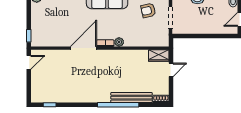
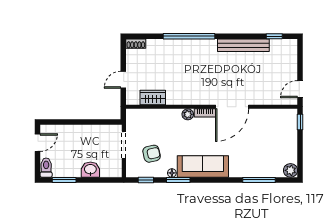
wardrobe: (159, 56) -> (153, 97), moved
bench: (131, 98) -> (243, 45), moved

